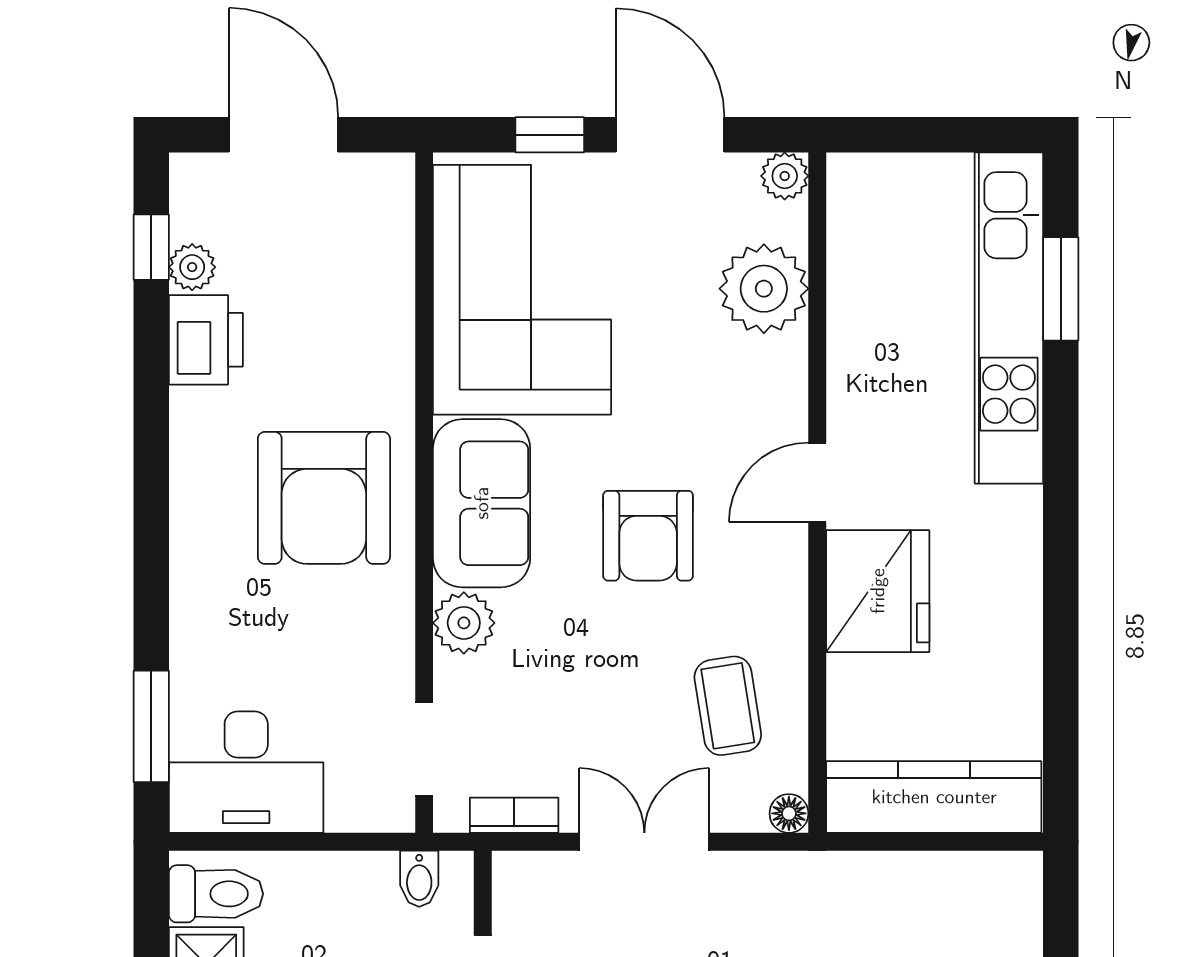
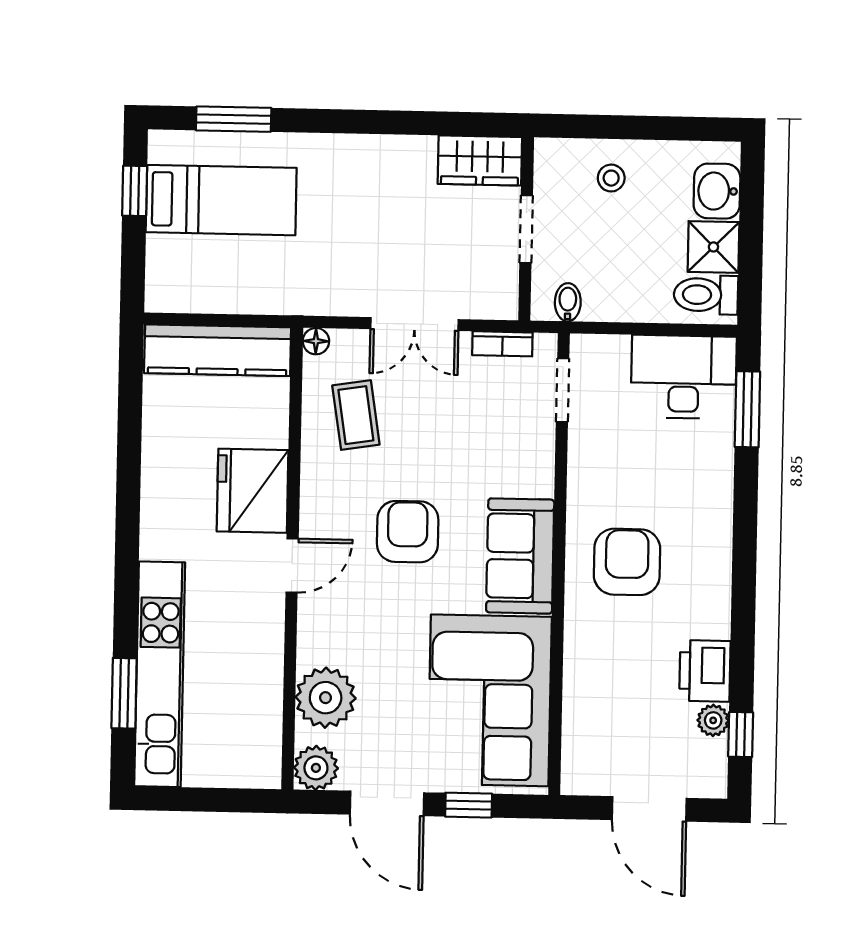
plant: (785, 176) -> (316, 768), width x1.38, depth x1.38
armchair: (324, 498) -> (627, 562), width x0.73, depth x0.73
plant: (464, 623) -> (534, 475), removed

